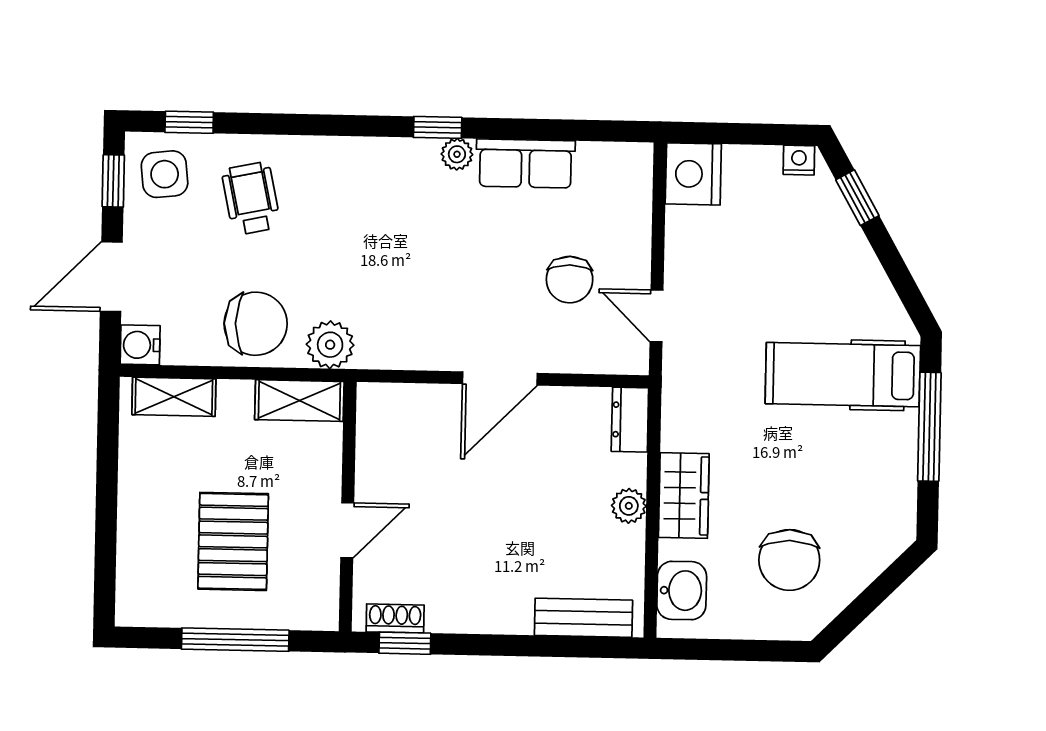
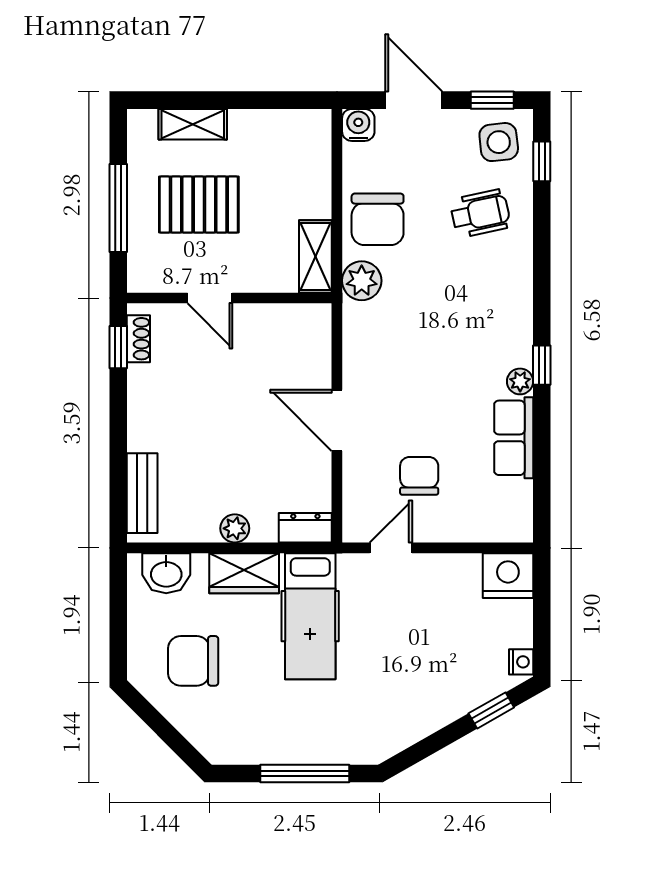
chair: (570, 280) -> (419, 476), turned 90
hospital bed: (843, 375) -> (310, 616), moved, turned 180
shelving: (174, 397) -> (193, 124), moved, turned 90

